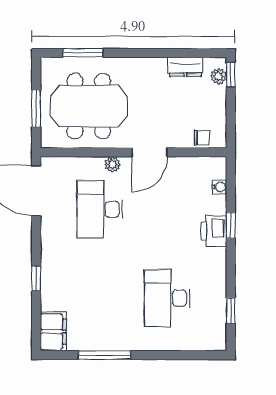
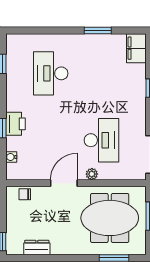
plant: (218, 76) -> (12, 240), removed
desk: (167, 298) -> (51, 73), turned 180
window: (105, 355) -> (98, 30), width x0.69

